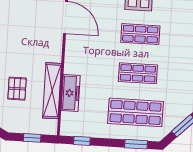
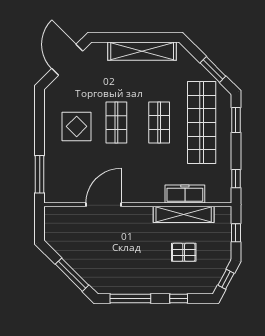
shop shelf: (135, 112) -> (202, 122), width x1.40

